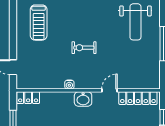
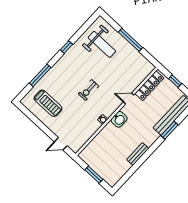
door: (109, 90) -> (129, 99), hinge flipped
locker: (28, 98) -> (87, 152), removed

